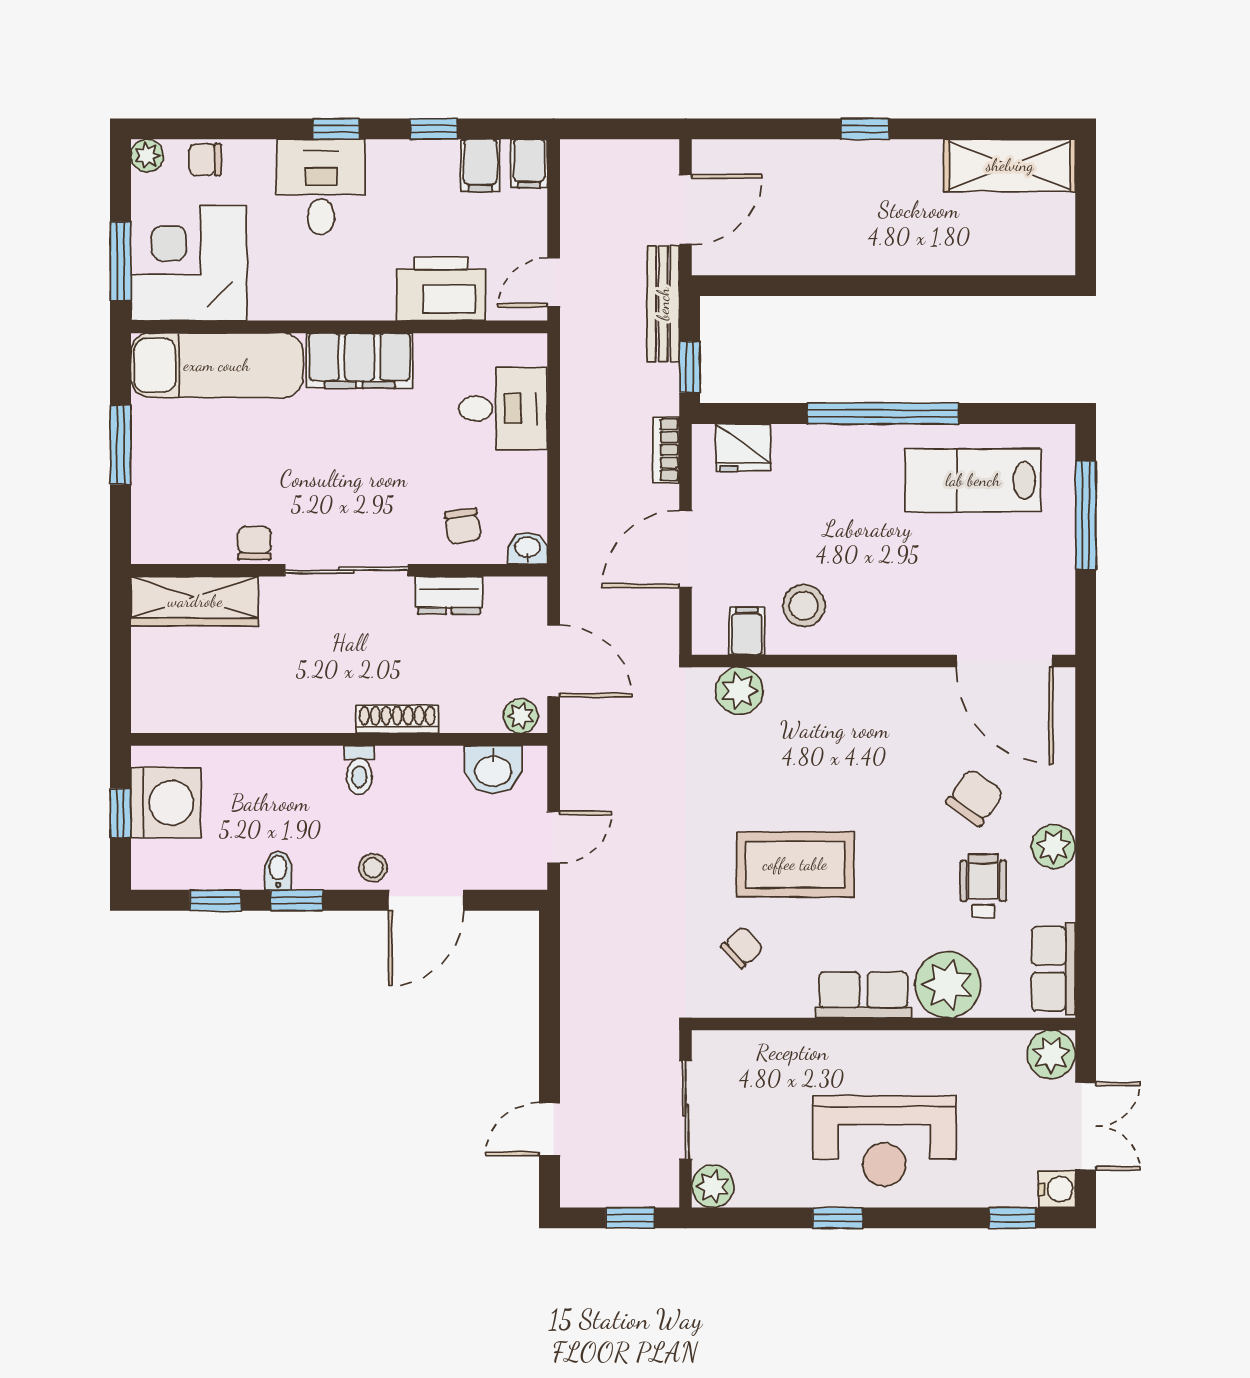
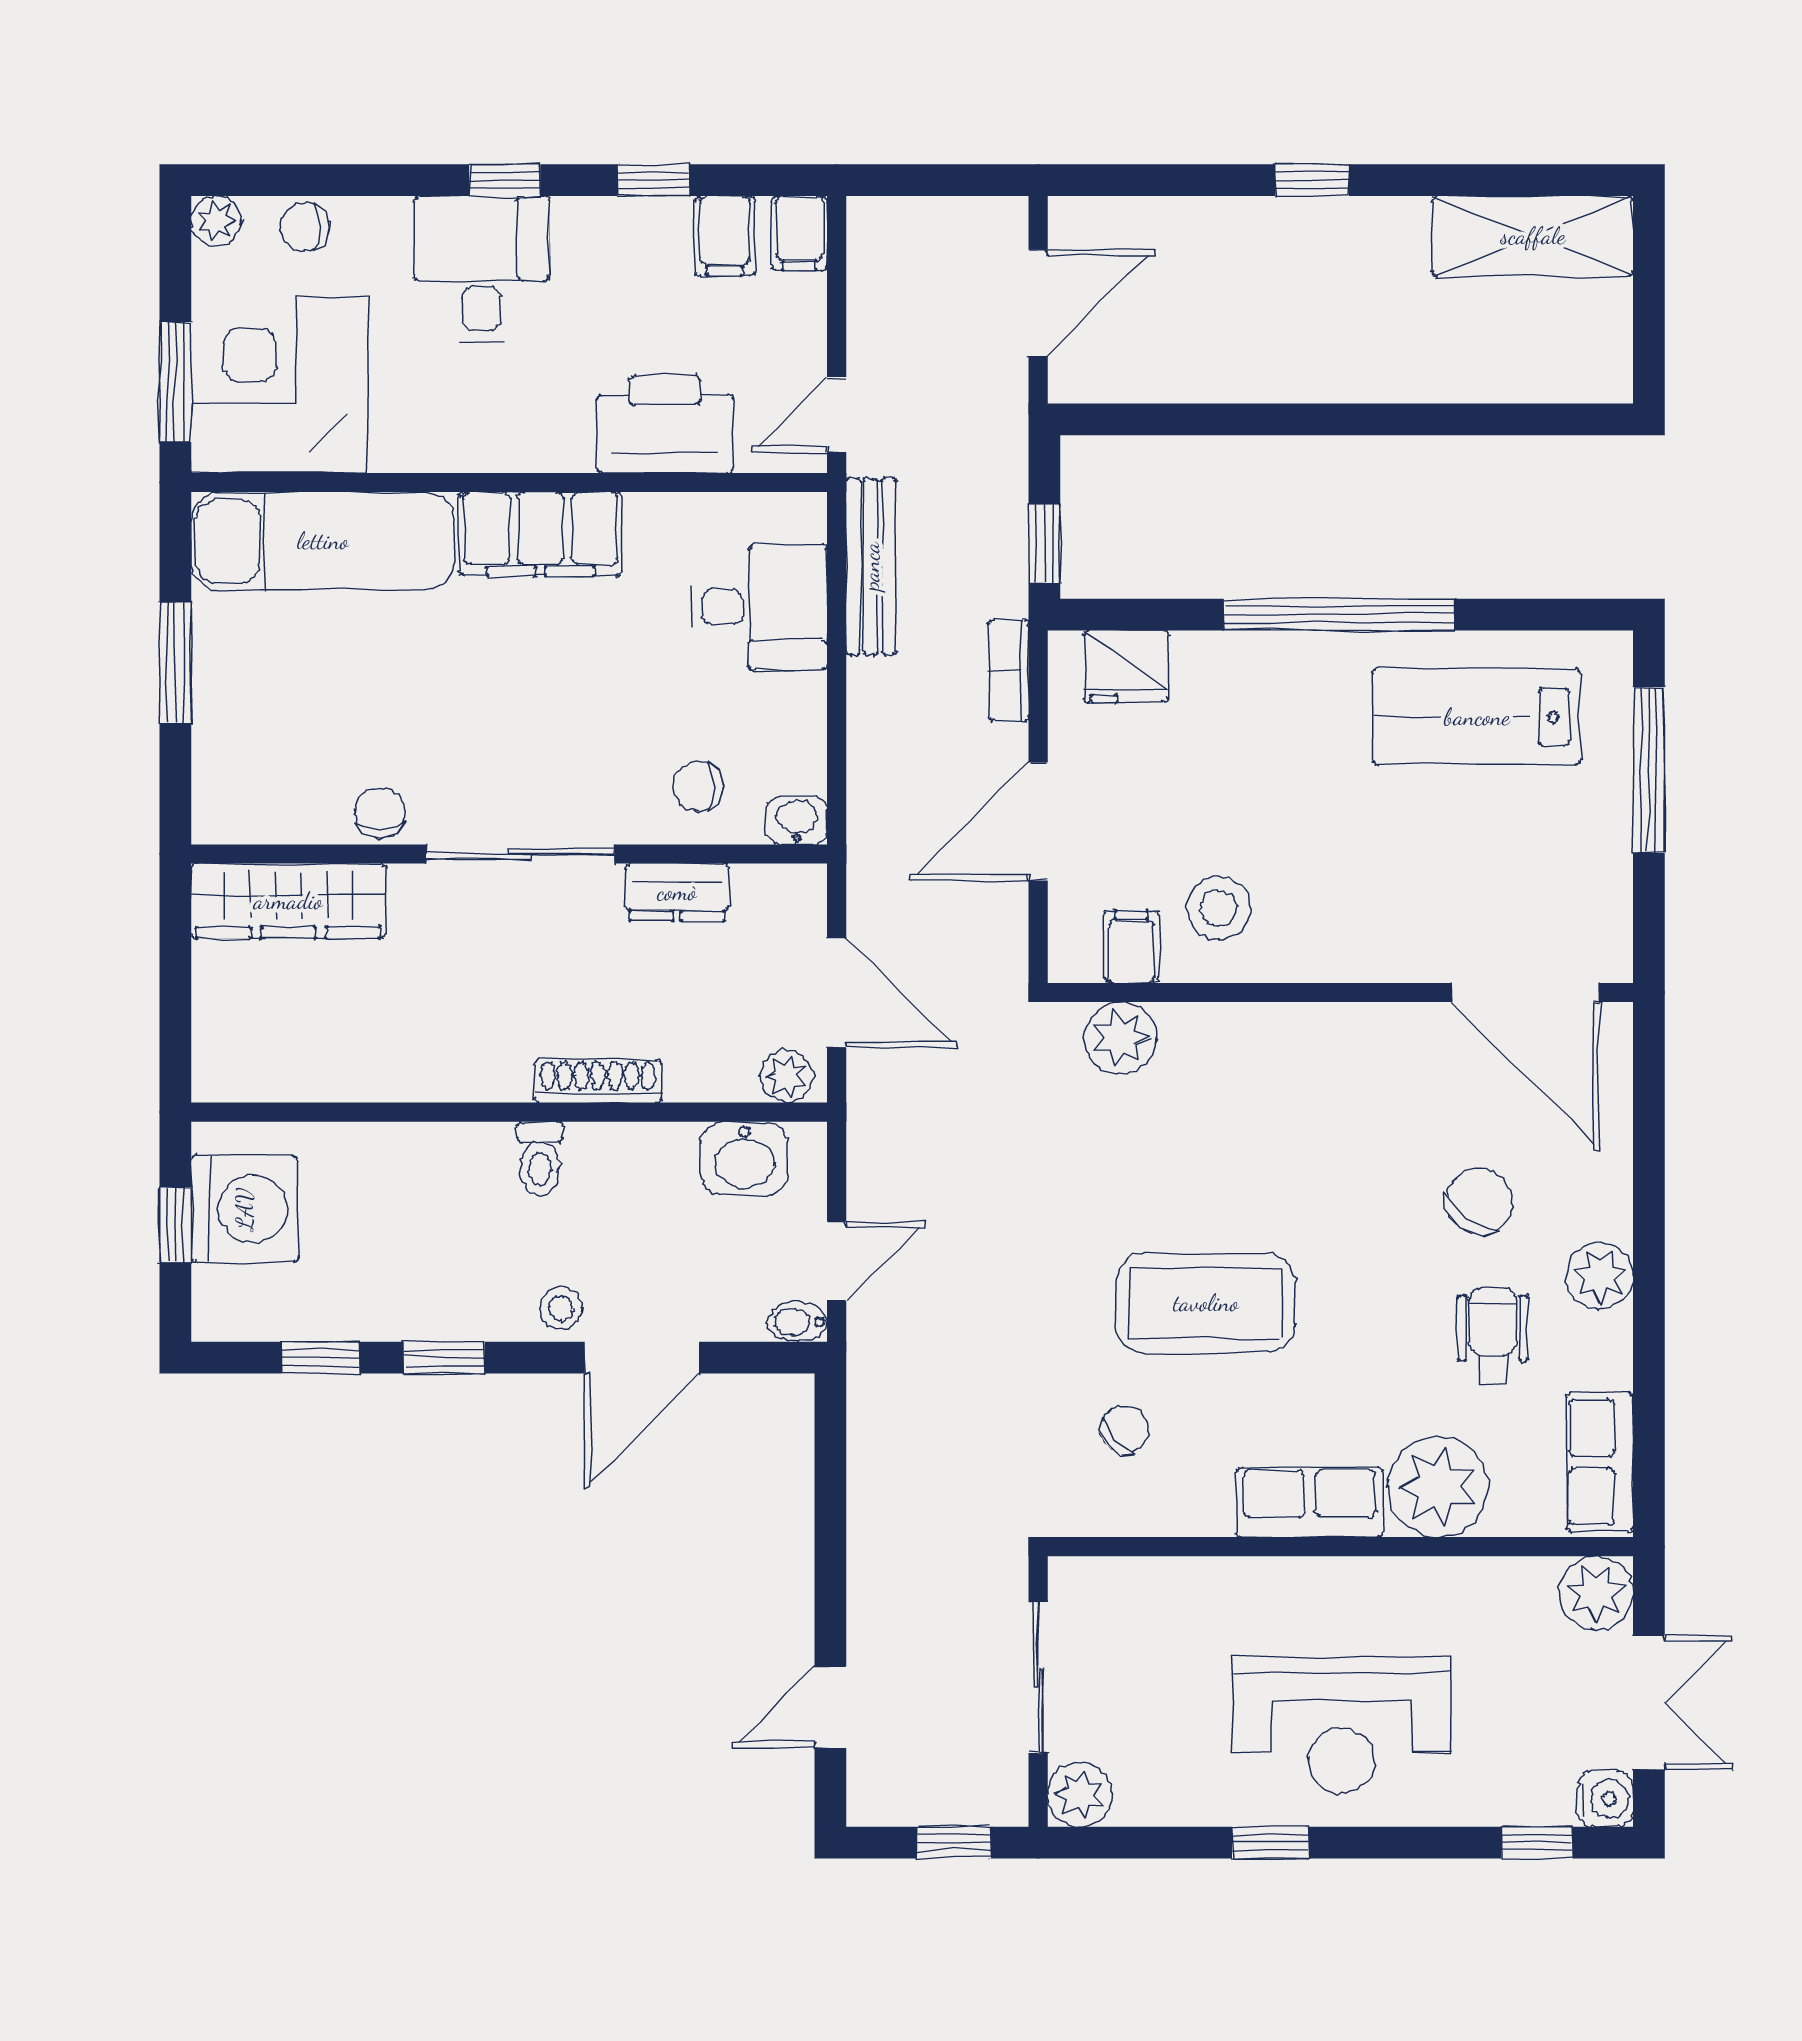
bench: (663, 304) -> (871, 566), moved
chair: (463, 526) -> (698, 786), turned 98
bidet: (278, 870) -> (797, 1322), moved, turned -90

